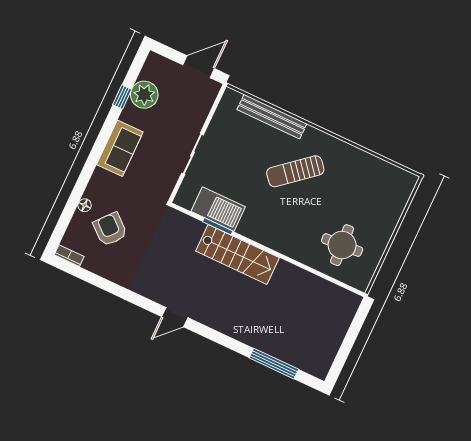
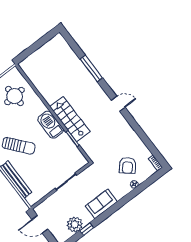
barbecue: (218, 209) -> (51, 125), moved
window: (274, 364) -> (91, 68), moved

